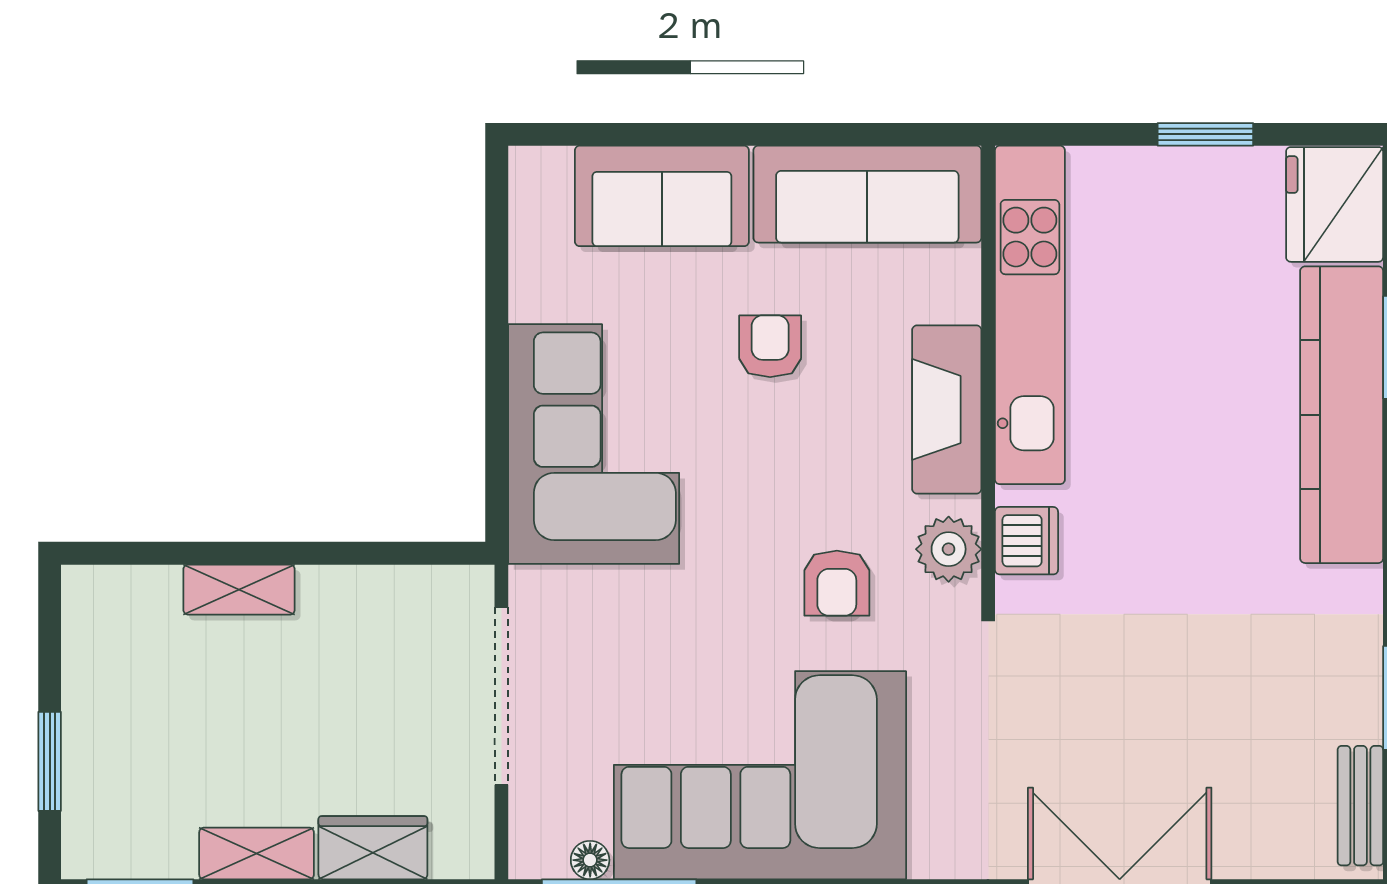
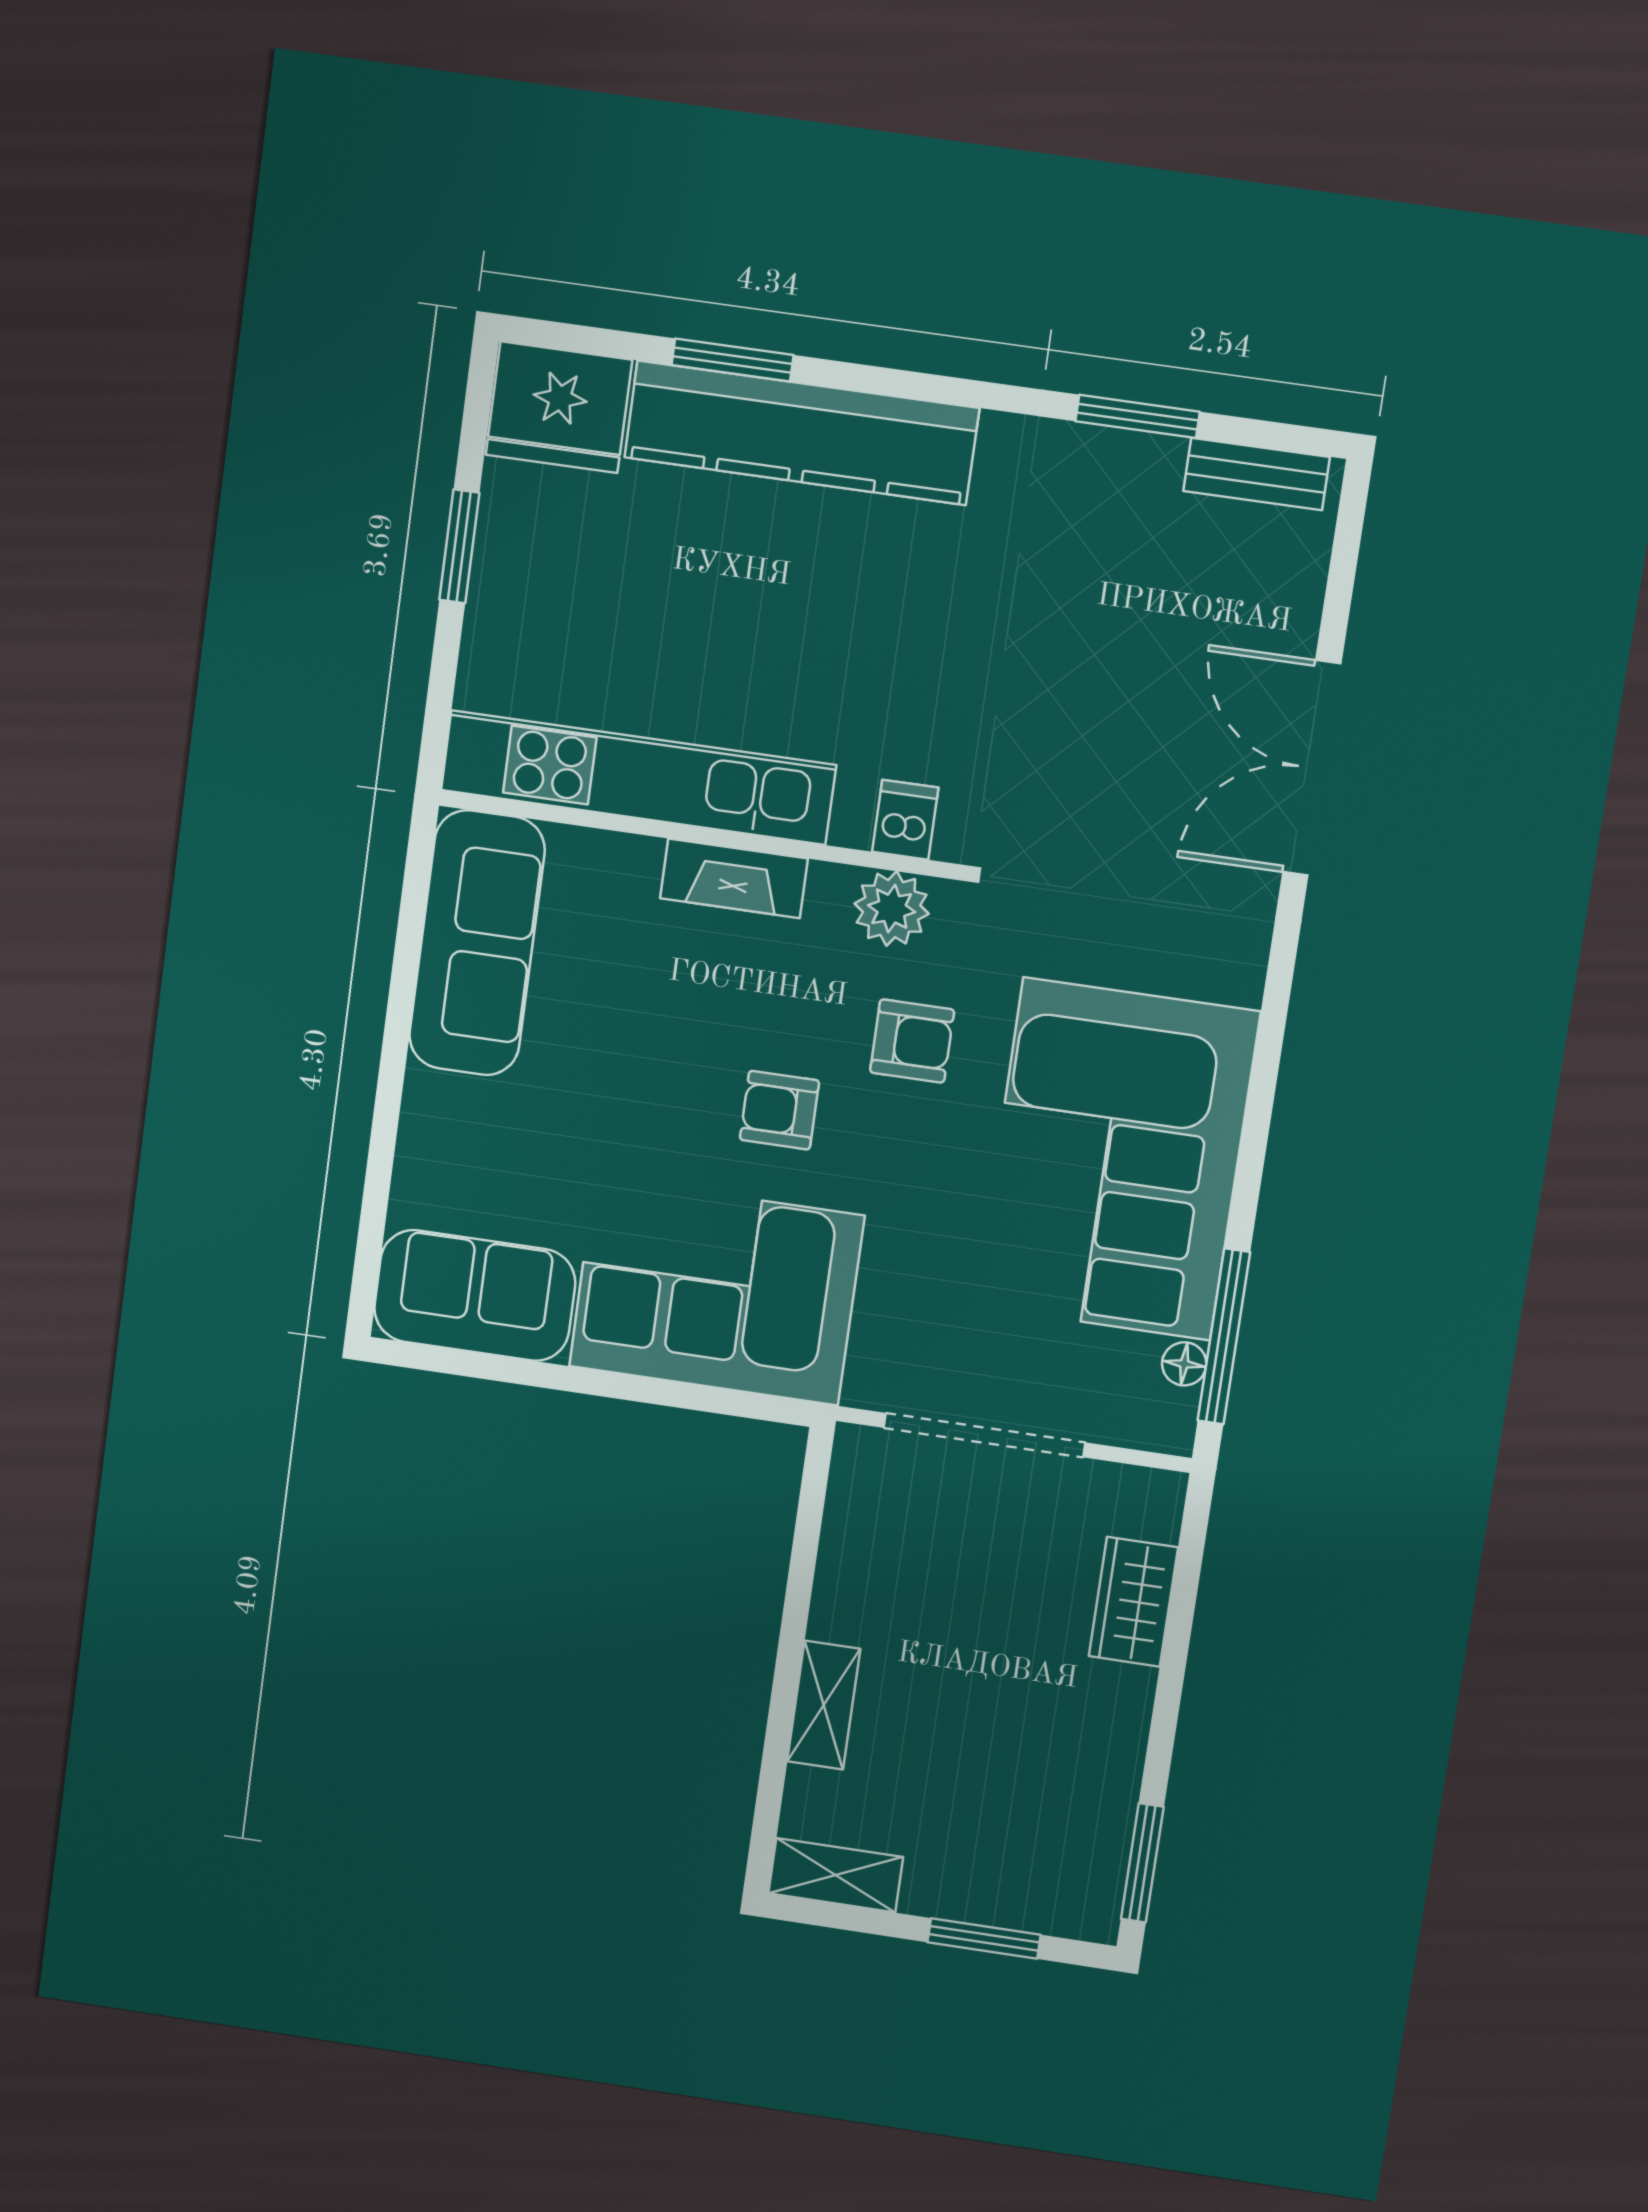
sofa: (662, 196) -> (475, 1295), moved, turned -90
armchair: (770, 346) -> (779, 1110), moved
fireplace: (947, 409) -> (734, 878), width x0.73, depth x0.76
dishwasher: (1026, 541) -> (905, 820), width x0.73
shelving: (257, 853) -> (836, 1875), moved, turned 90

